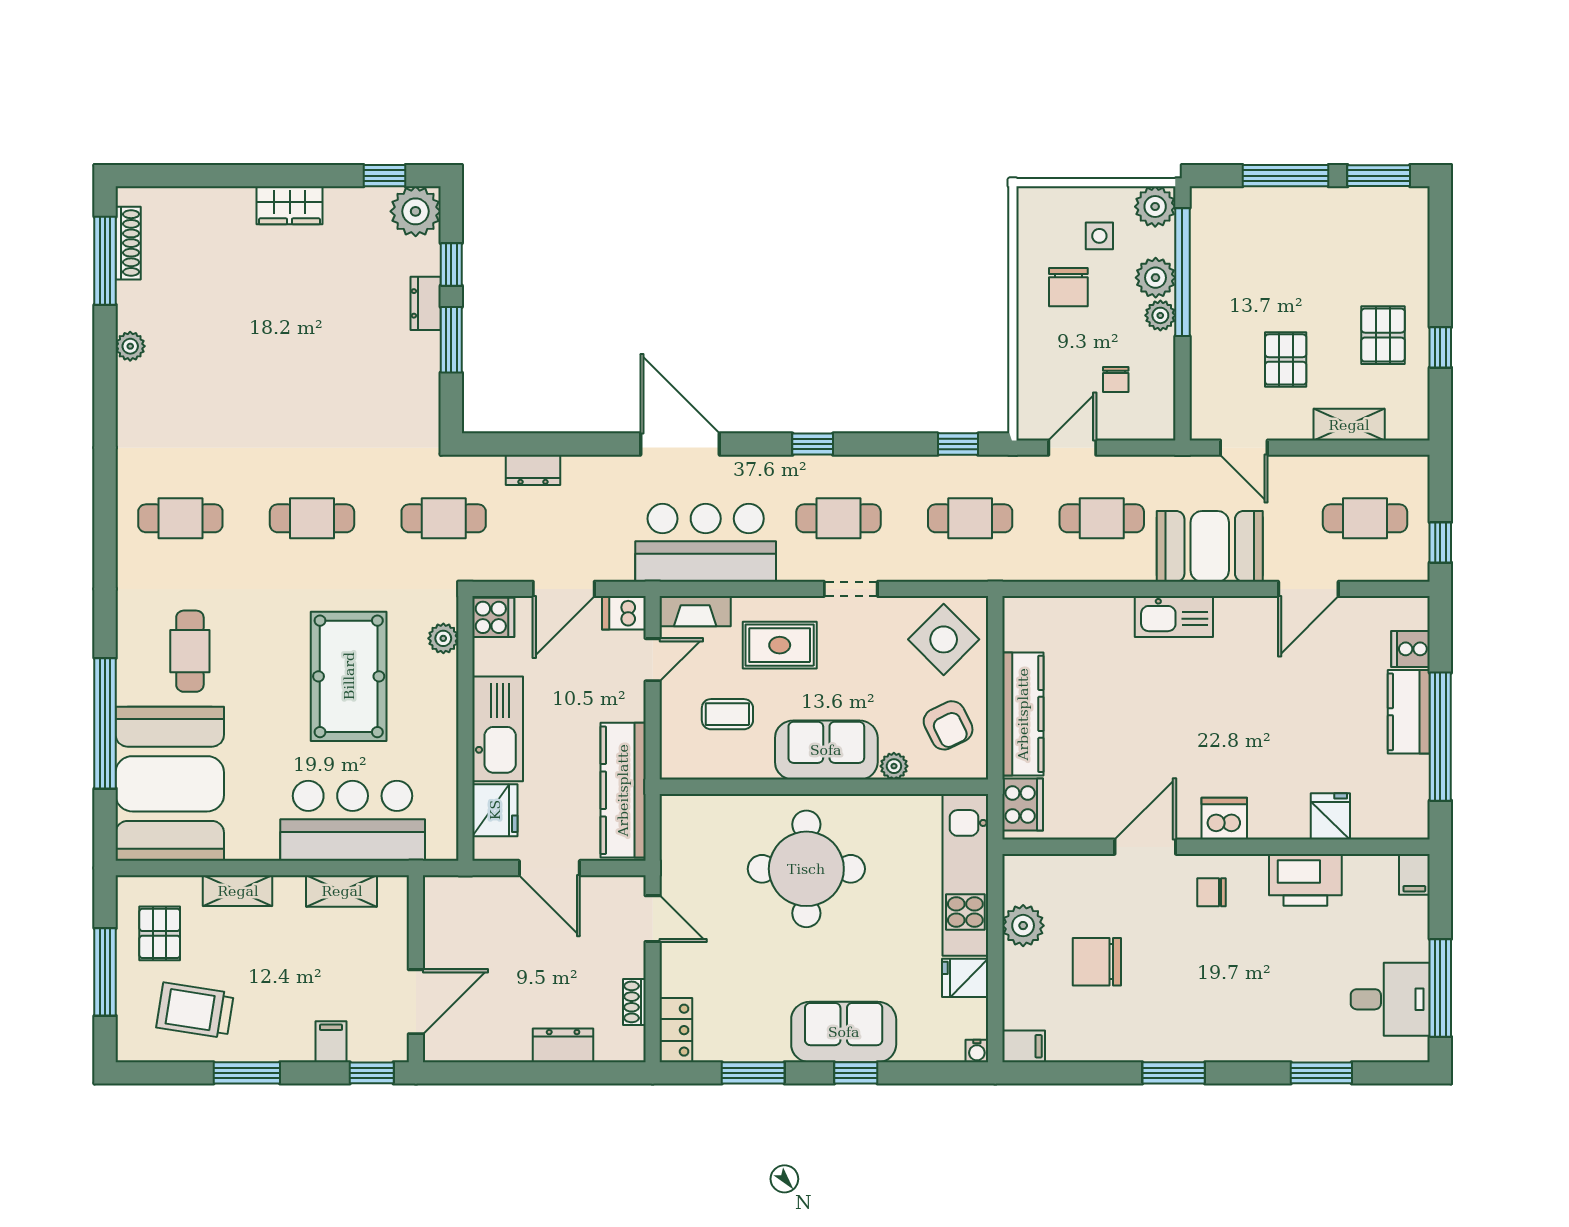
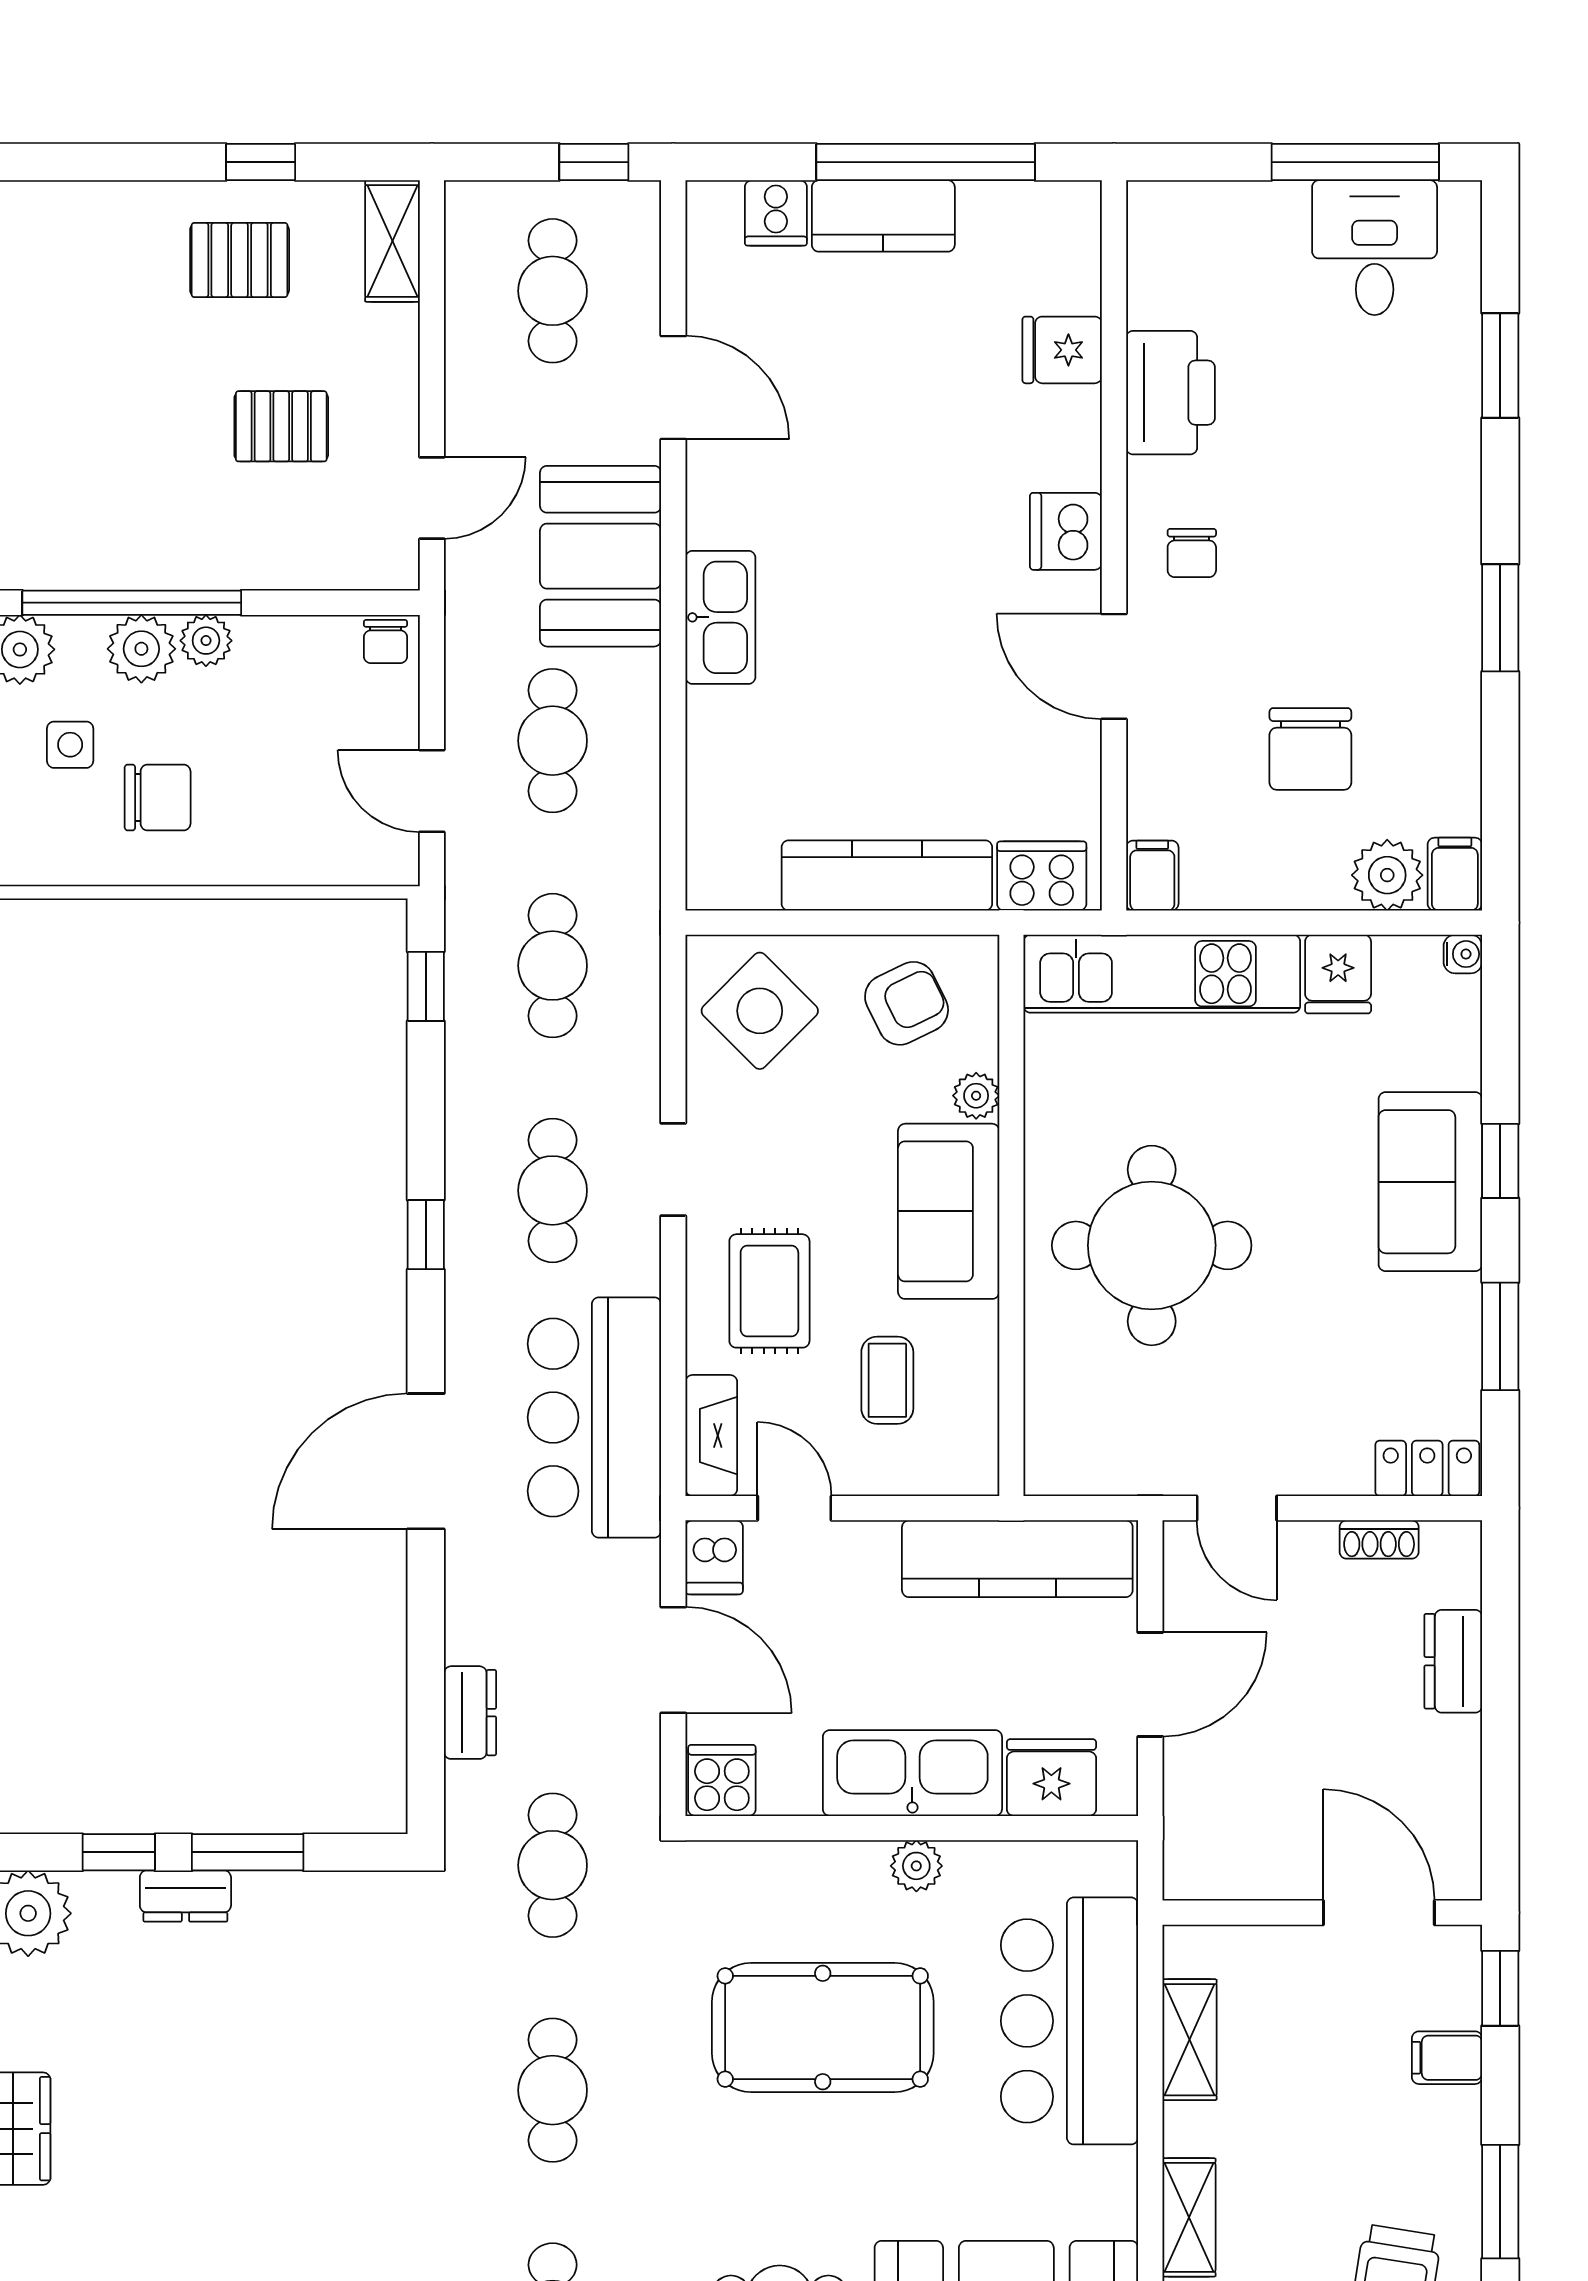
chair: (1116, 379) -> (385, 642), moved, turned 90
shelving: (1349, 425) -> (392, 241), moved
plant: (443, 638) -> (916, 1866), moved
filing cabinet: (1414, 874) -> (1152, 876), moved, turned -90
door: (653, 919) -> (1237, 1508), swing flipped
plant: (1023, 926) -> (1387, 875), moved

